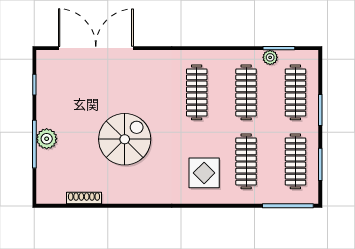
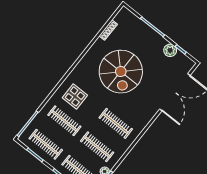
plant: (47, 139) -> (170, 50), moved
spiral stairs: (125, 139) -> (121, 72), width x1.37, depth x1.37

